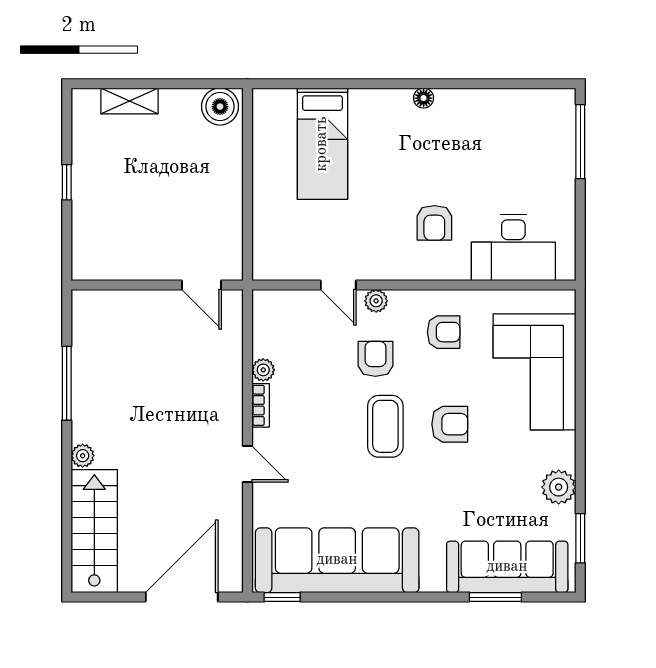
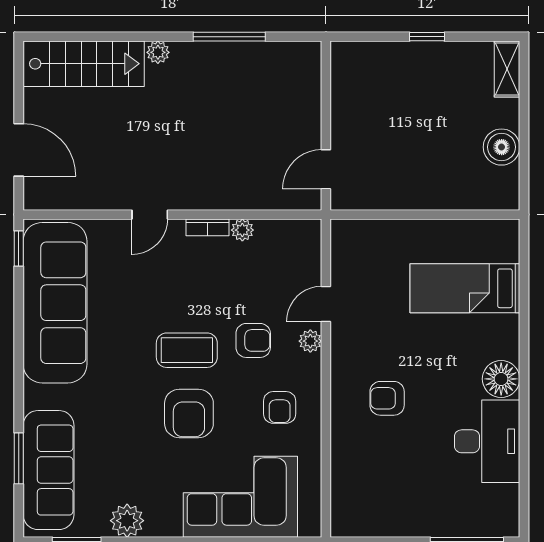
floor lamp: (424, 98) -> (501, 379), width x1.89, depth x1.89
shelving: (129, 101) -> (507, 69), moved
boiler: (220, 107) -> (502, 147), moved
desk: (513, 248) -> (487, 441), moved, turned 180
armchair: (450, 424) -> (189, 413), width x1.38, depth x1.38
door: (182, 597) -> (19, 150), width x0.73

